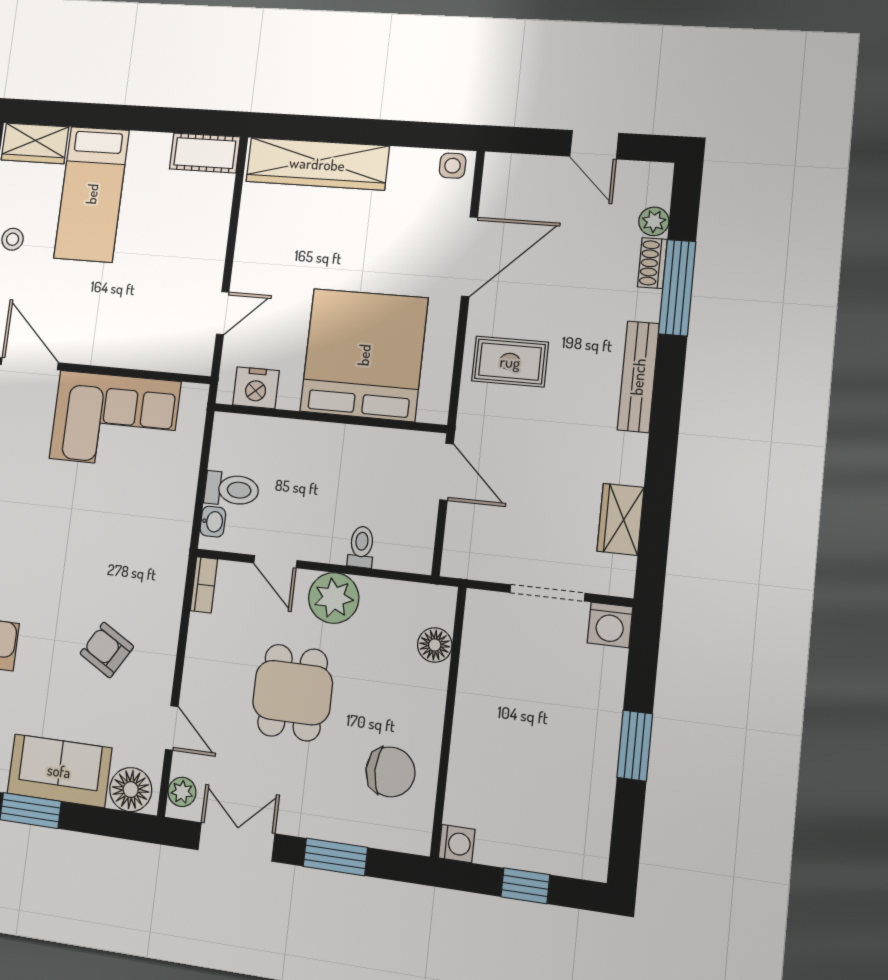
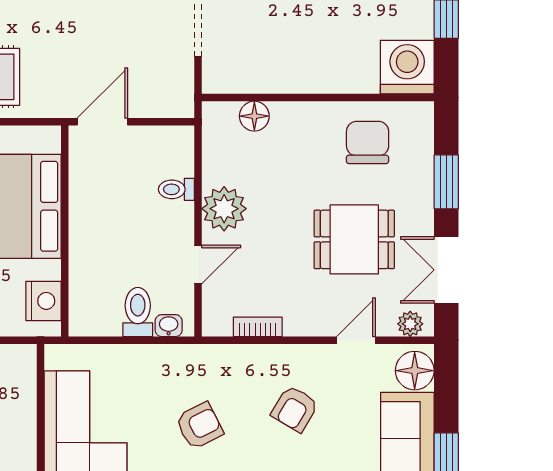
armchair: (102, 543) -> (199, 426), added
bookcase: (204, 585) -> (258, 327), moved
dining table: (293, 693) -> (354, 239), moved
washing machine: (457, 844) -> (407, 67), width x1.89, depth x1.89

